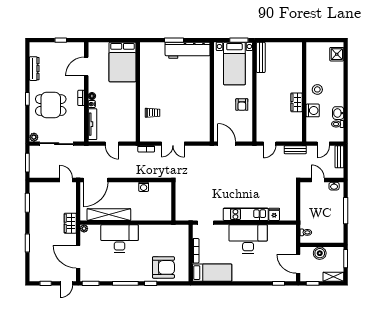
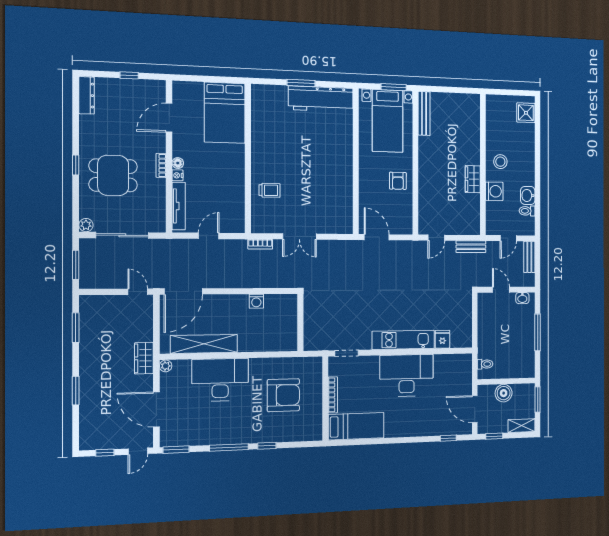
dresser: (34, 69) -> (87, 95), moved
door: (112, 144) -> (209, 236), swing flipped
armchair: (163, 267) -> (283, 395), moved

